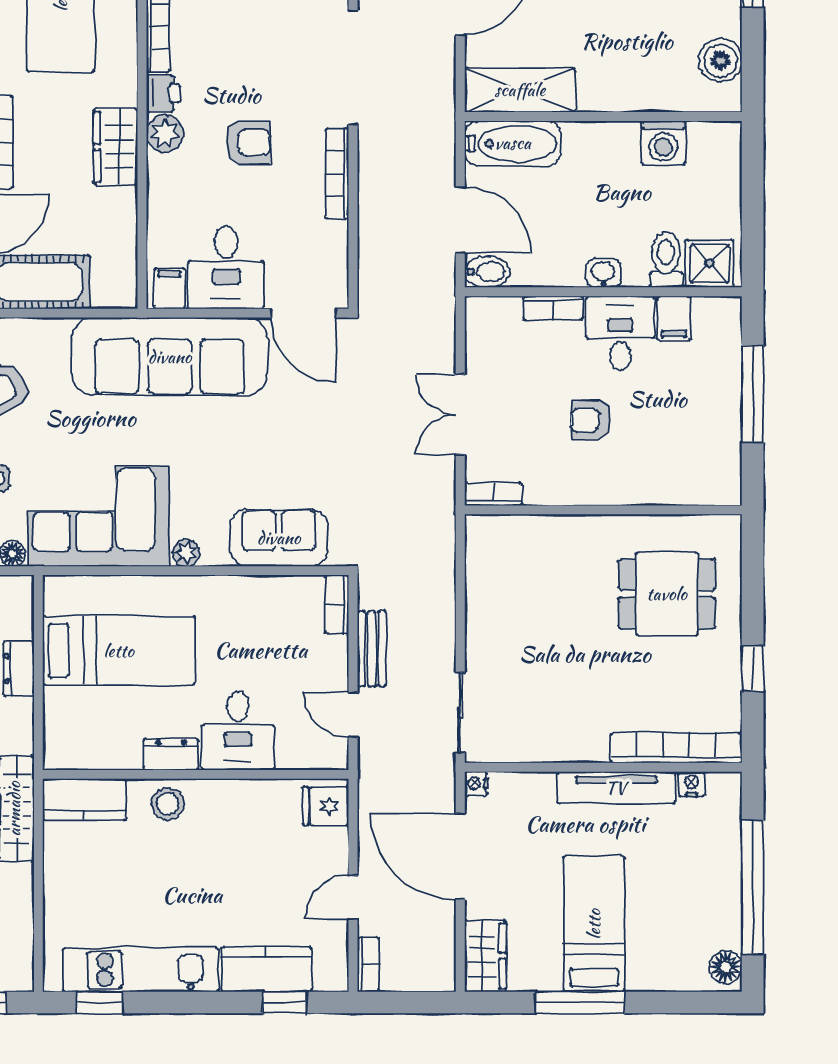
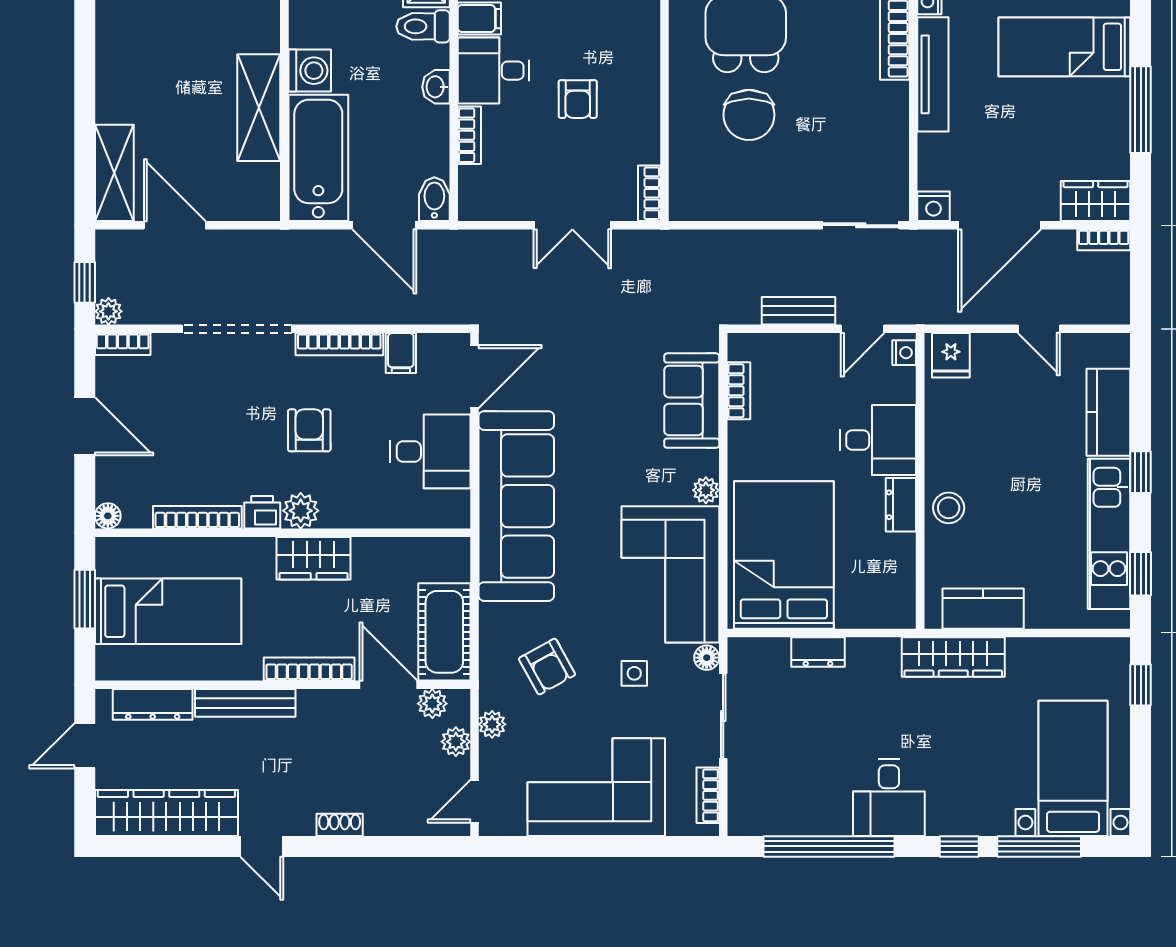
shelving: (520, 90) -> (259, 108), moved
bathtub: (513, 143) -> (318, 158), width x1.36, depth x1.36
washing machine: (663, 143) -> (310, 71), moved
door: (460, 220) -> (384, 225), swing flipped
filing cabinet: (169, 288) -> (401, 353), moved, turned -90
chair: (574, 597) -> (749, 115), added
bookcase: (337, 604) -> (739, 391), moved, turned -90
bed: (119, 651) -> (784, 555), width x1.50
nightstand: (328, 758) -> (904, 353), added
nightstand: (476, 784) -> (934, 206), width x1.39, depth x1.35
kitchen counter: (84, 800) -> (983, 609), moved, turned -90
bed: (594, 924) -> (1064, 47), moved
bookcase: (368, 964) -> (1104, 240), moved, turned 180
window: (284, 1003) -> (1141, 472), moved

